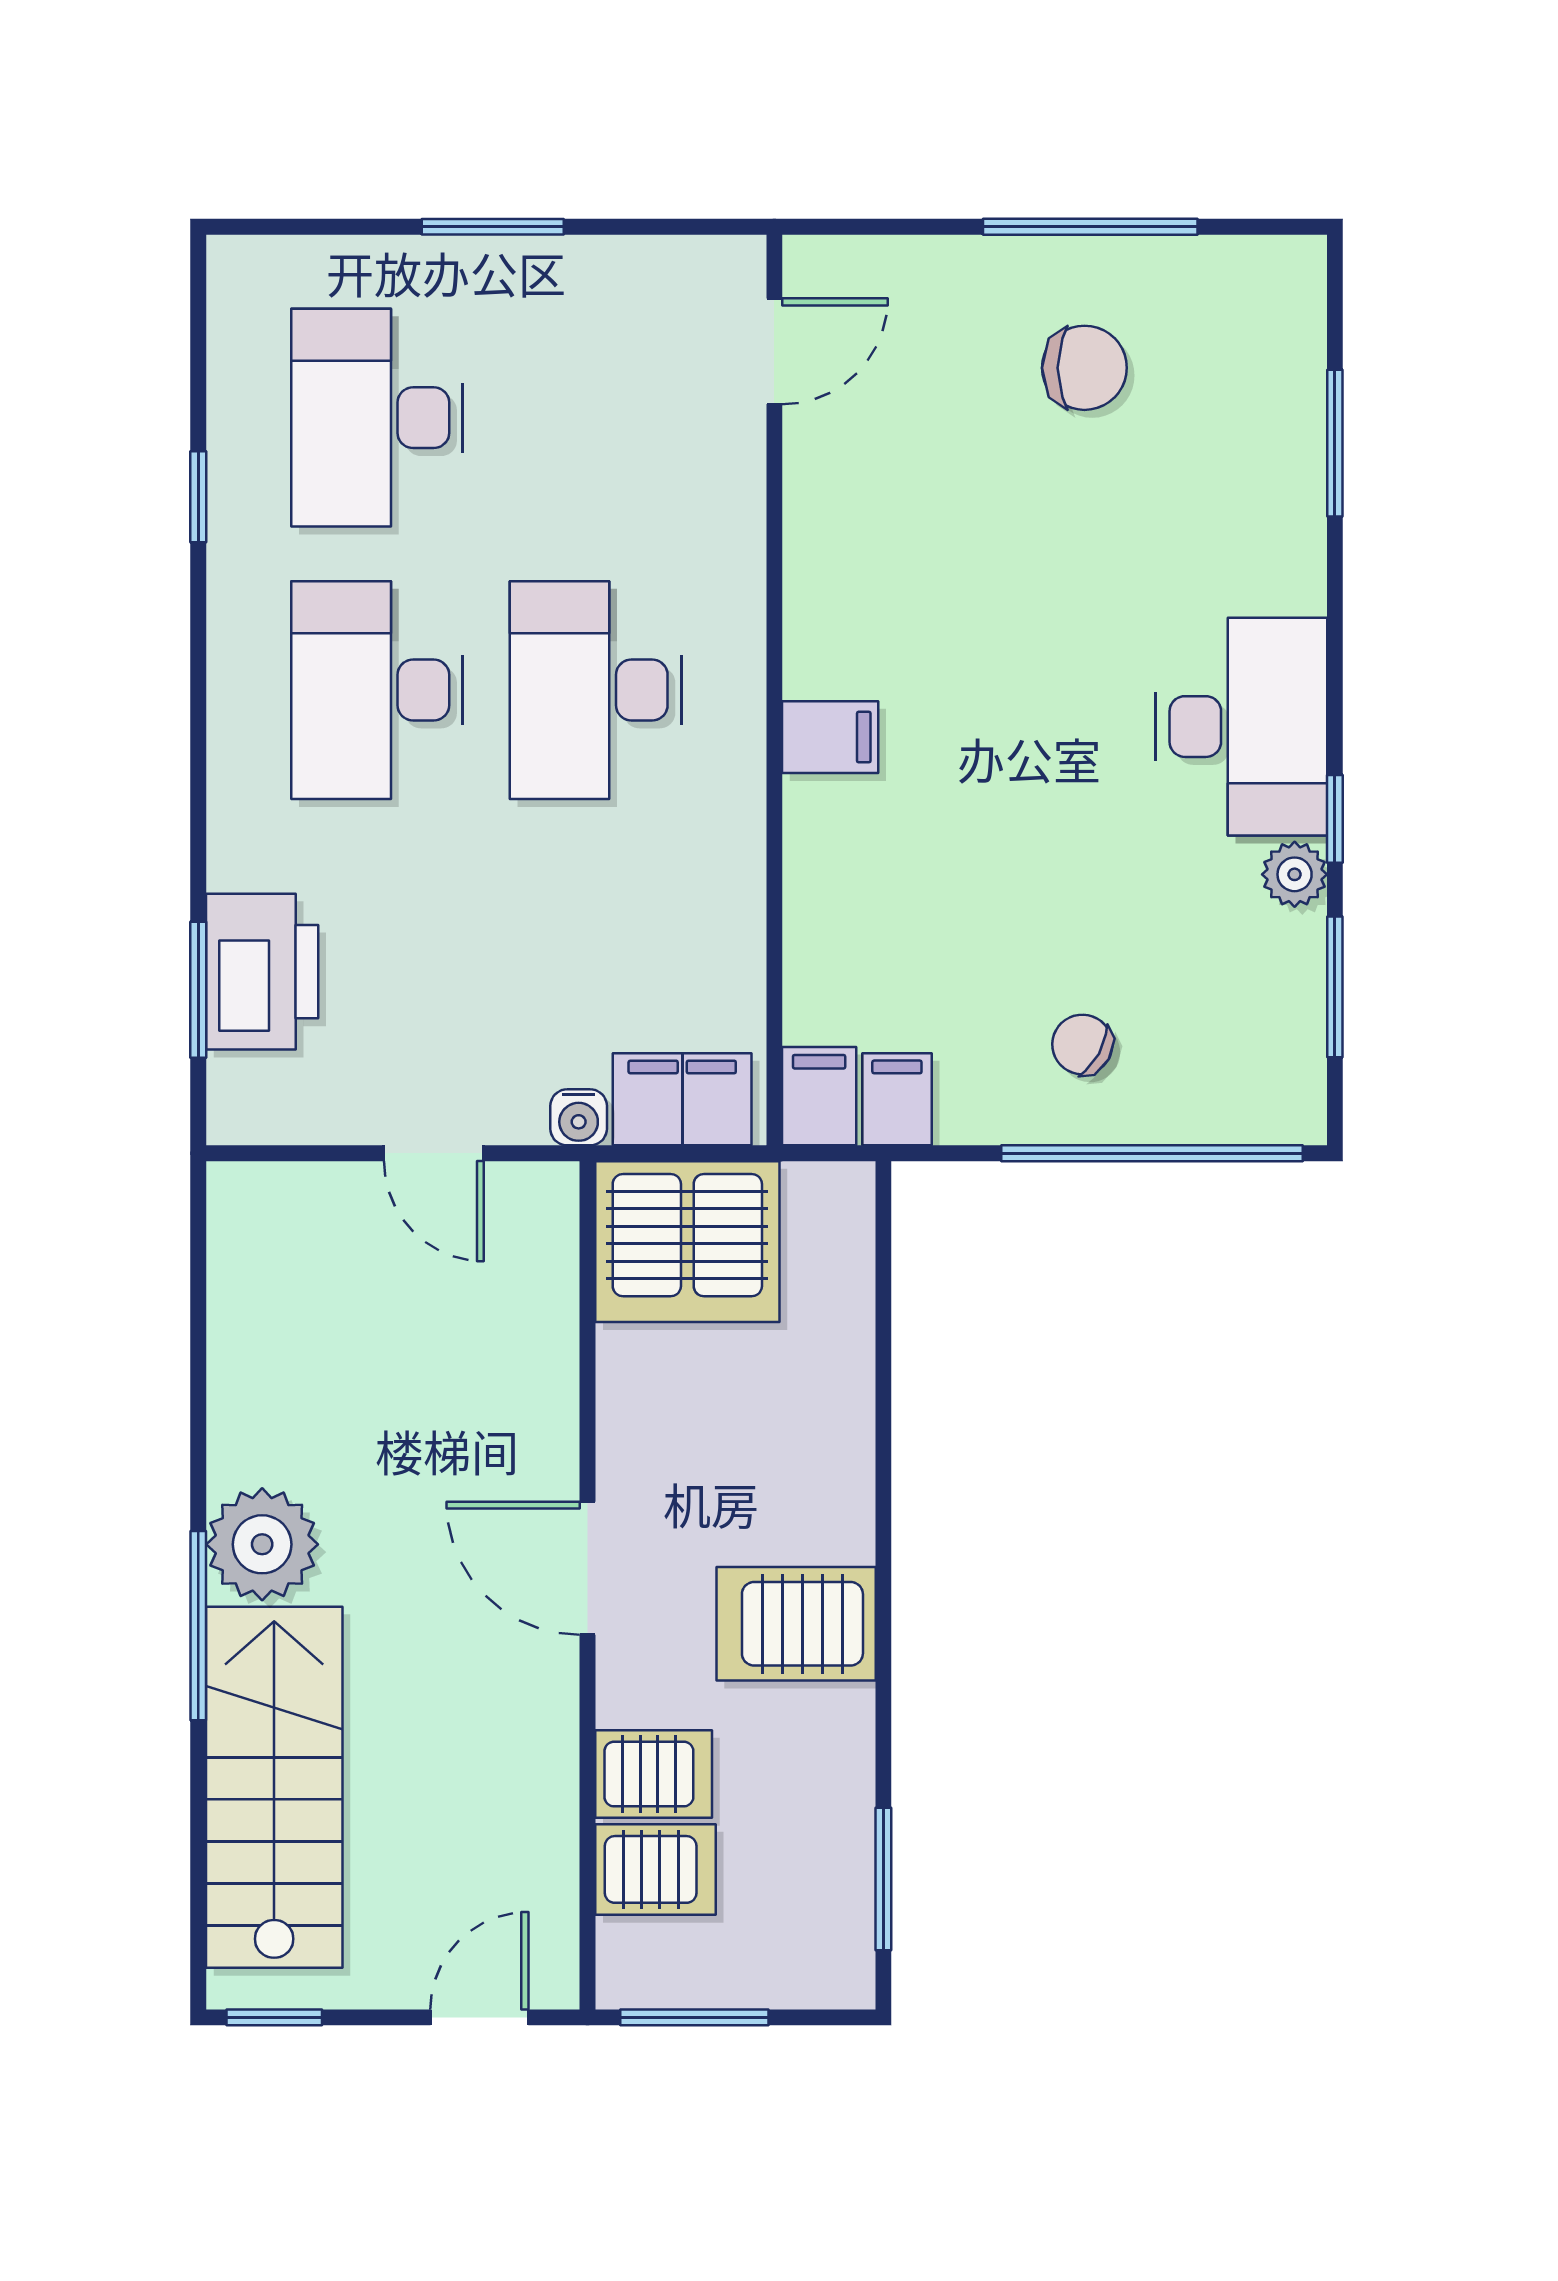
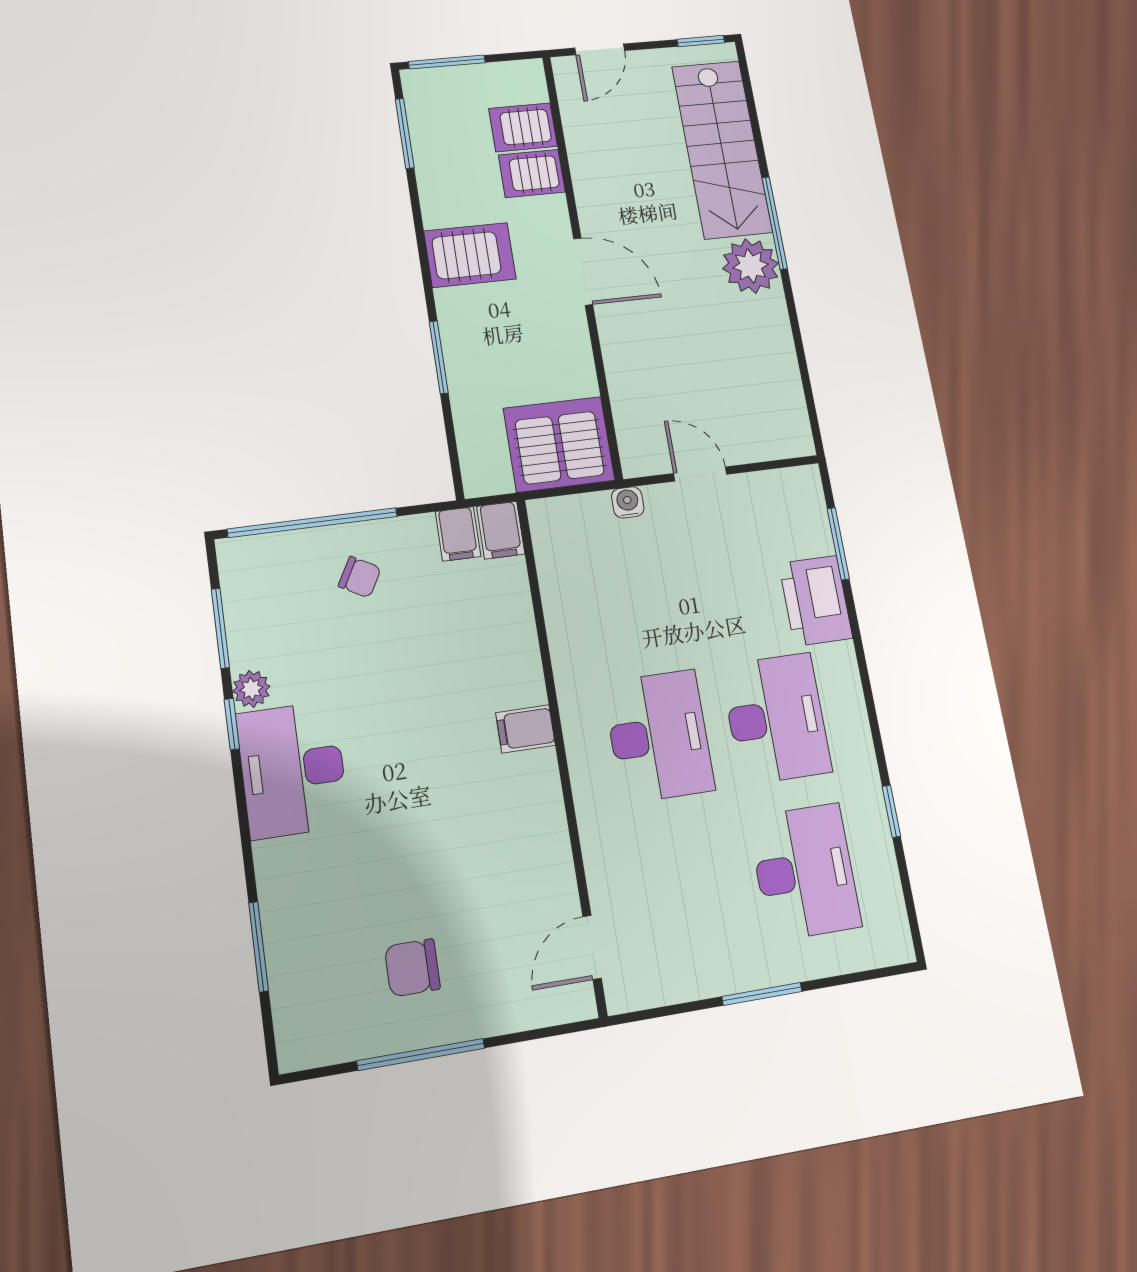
printer: (262, 972) -> (816, 601), moved
filing cabinet: (682, 1099) -> (574, 519), removed
window: (883, 1432) -> (439, 357), added
window: (694, 2017) -> (447, 62), moved

